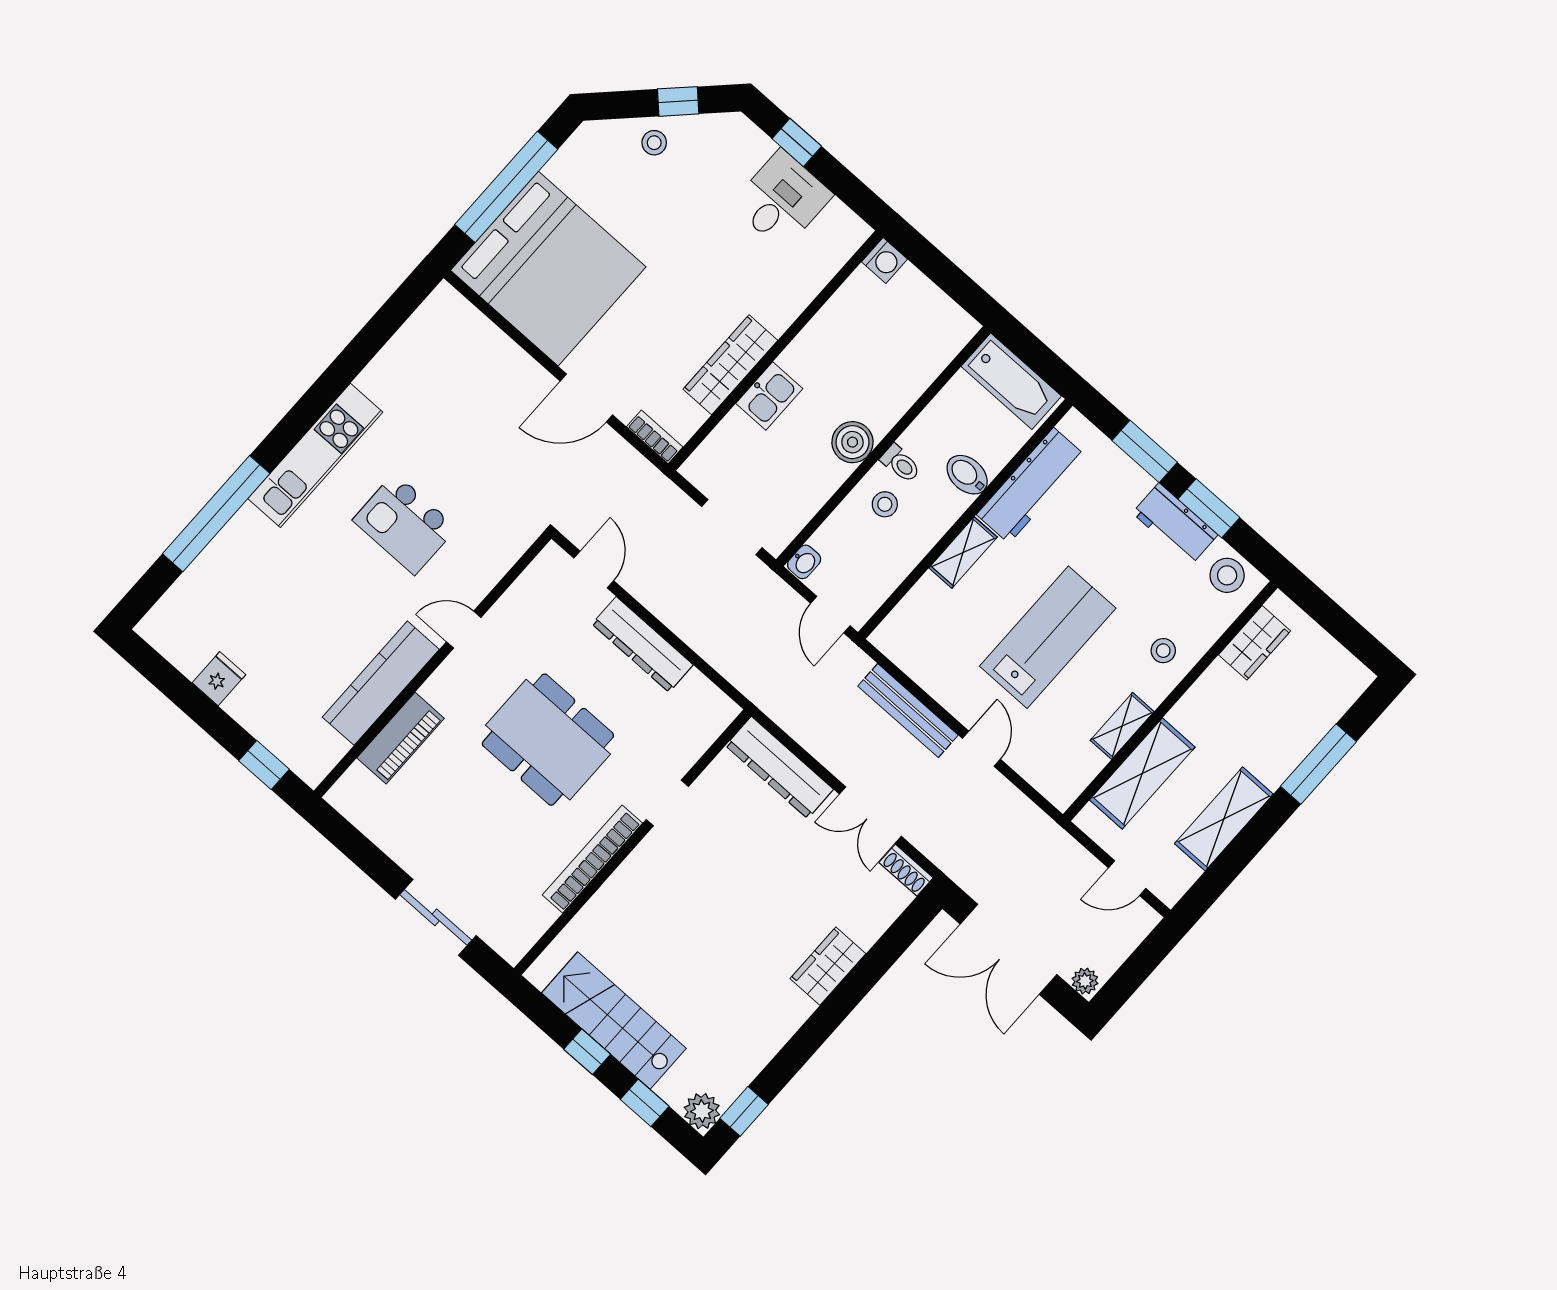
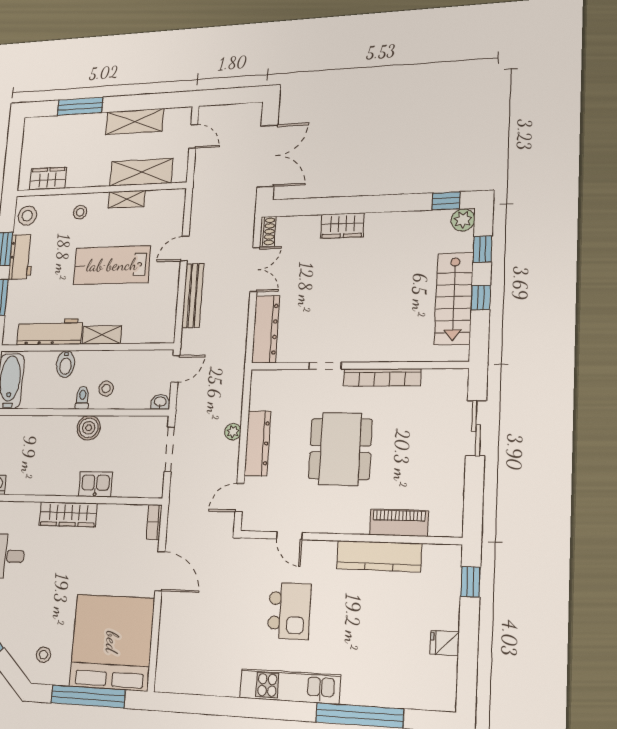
stool: (654, 143) -> (43, 655), moved
wardrobe: (730, 365) -> (68, 514), moved
door: (464, 630) -> (289, 536), moved
plant: (1085, 981) -> (233, 432), moved

